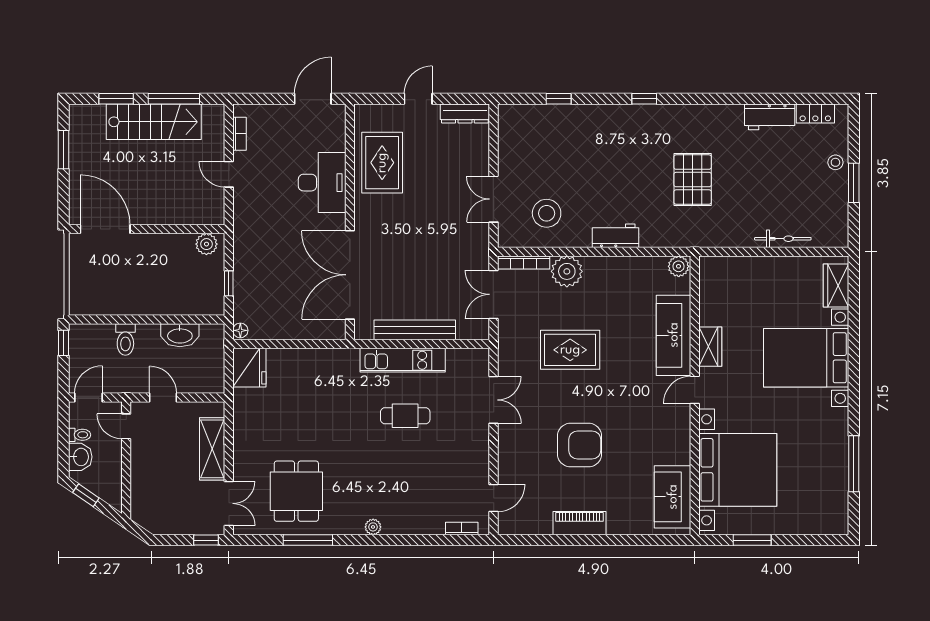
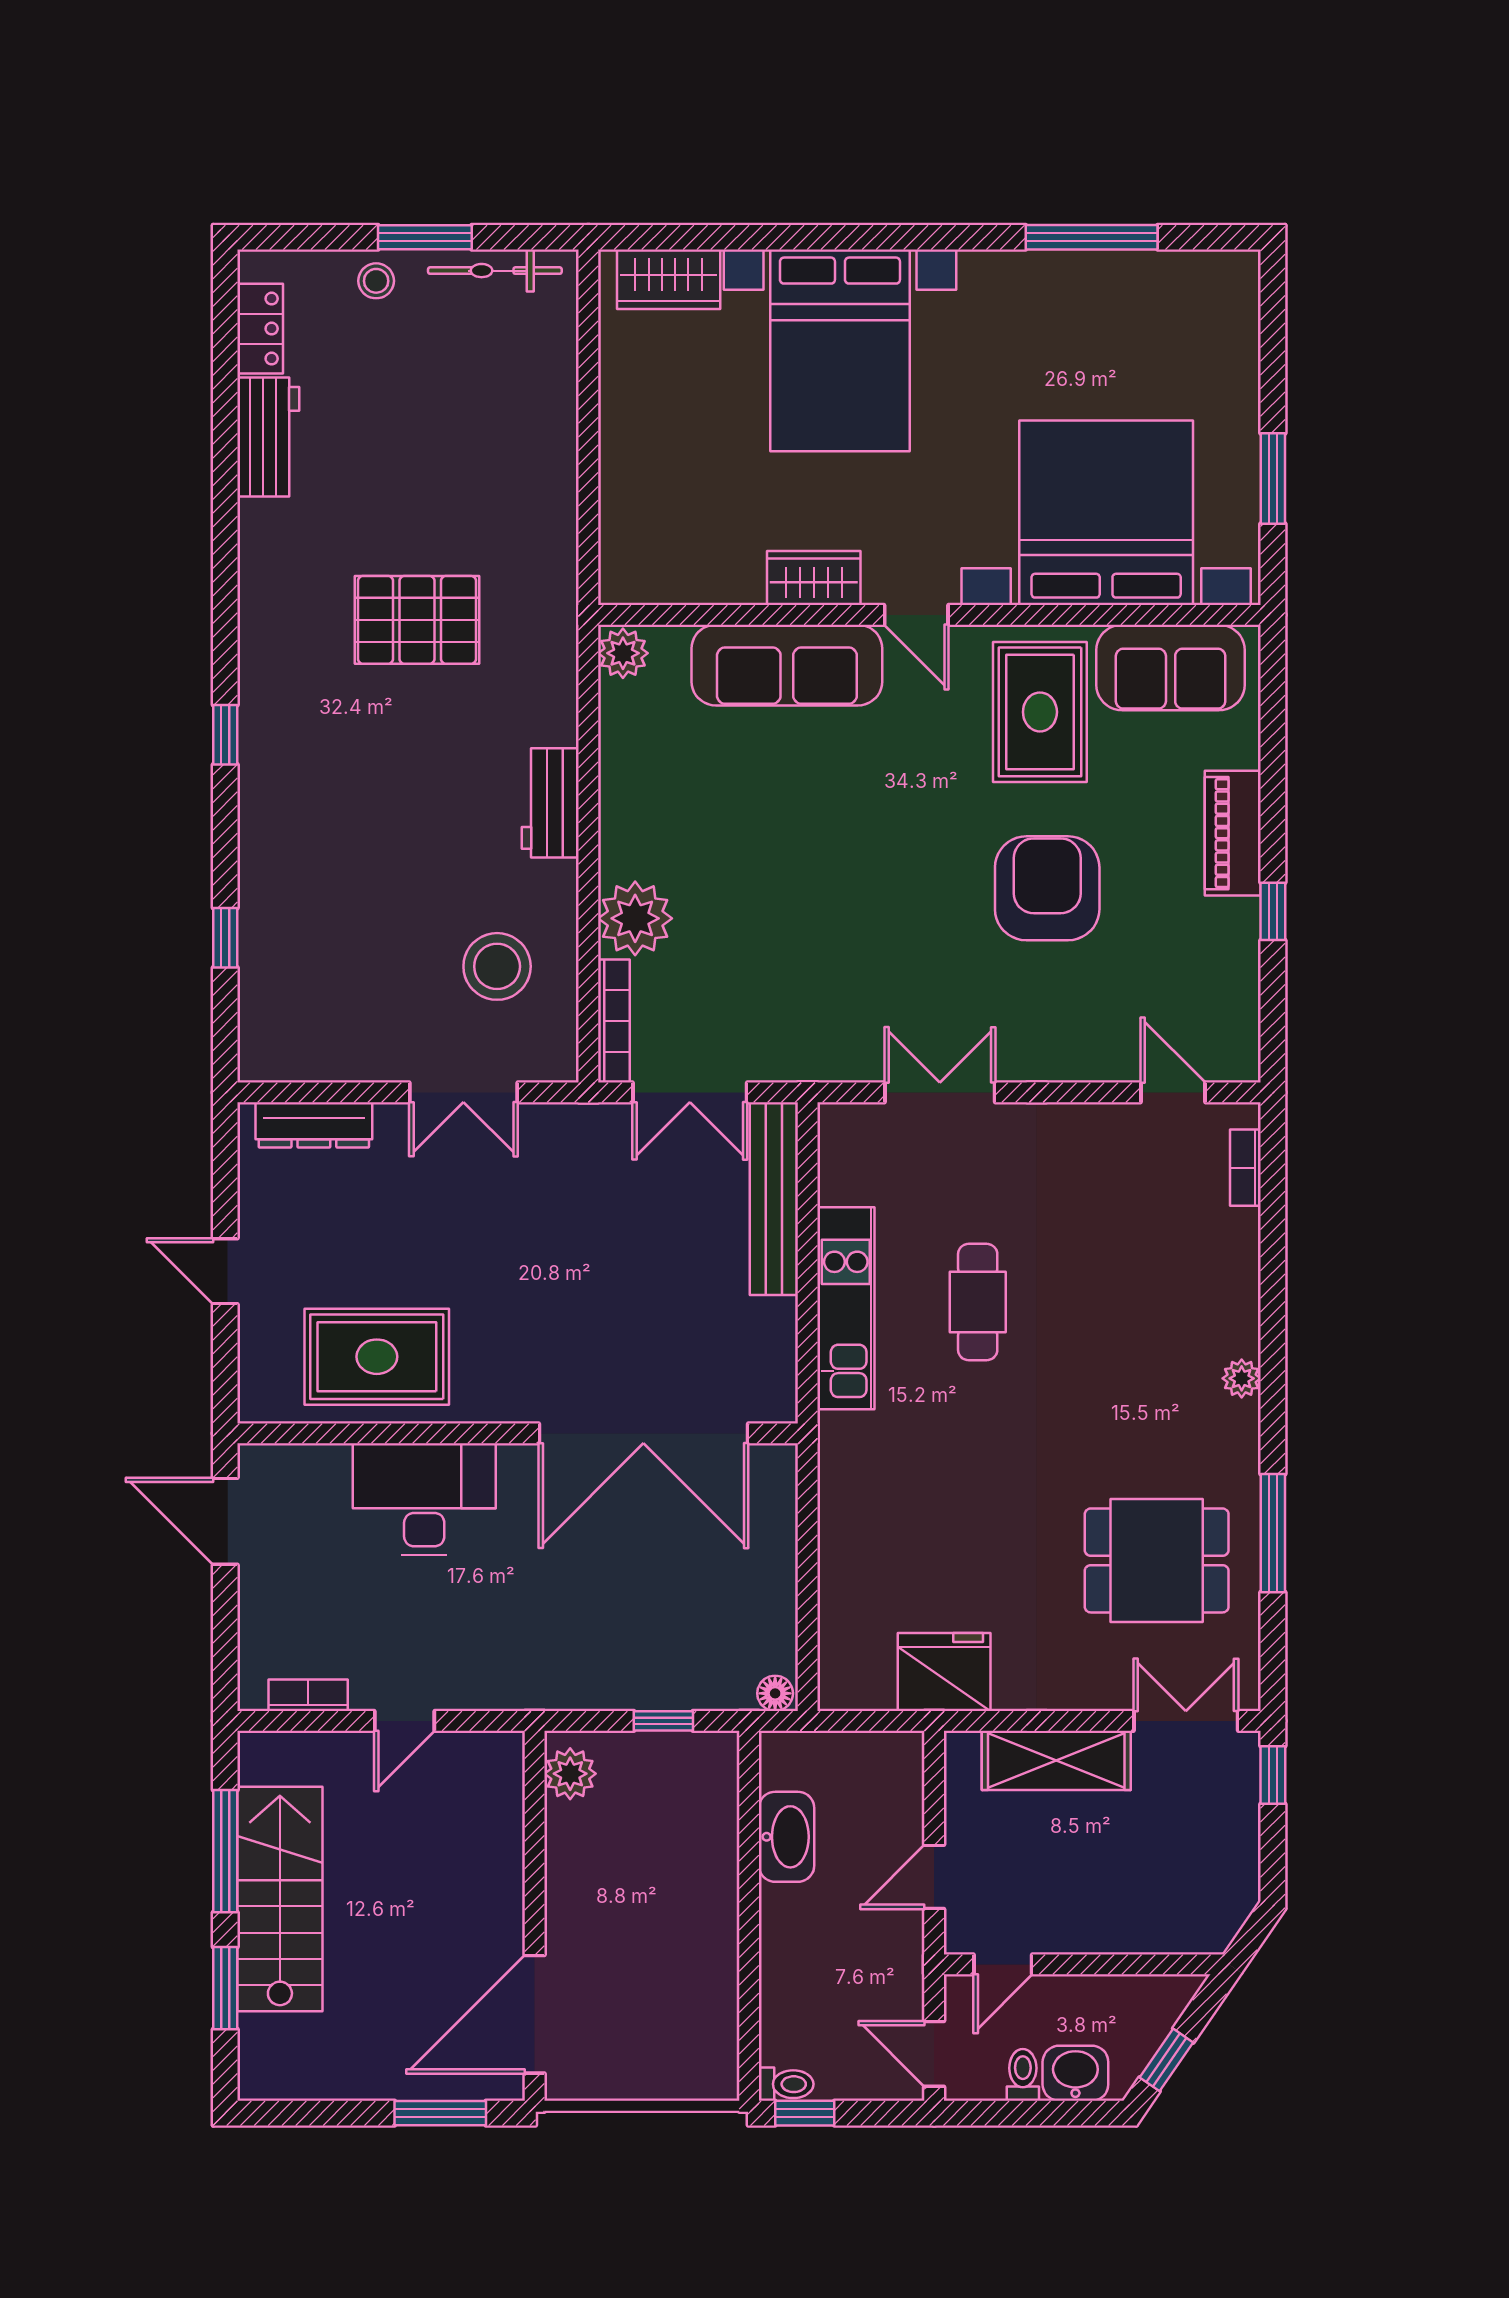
dresser: (465, 114) -> (314, 1125), moved, turned 90
window: (64, 150) -> (440, 2113), moved
bicycle: (783, 239) -> (495, 271), moved, turned -90
bench: (415, 330) -> (774, 1199), moved
toilet: (125, 339) -> (786, 2084), moved, width x0.73, depth x0.72
rug: (570, 350) -> (1040, 712), moved
fridge: (249, 368) -> (944, 1672), moved
piano: (579, 523) -> (1233, 833), moved
window: (570, 540) -> (1273, 911), added

